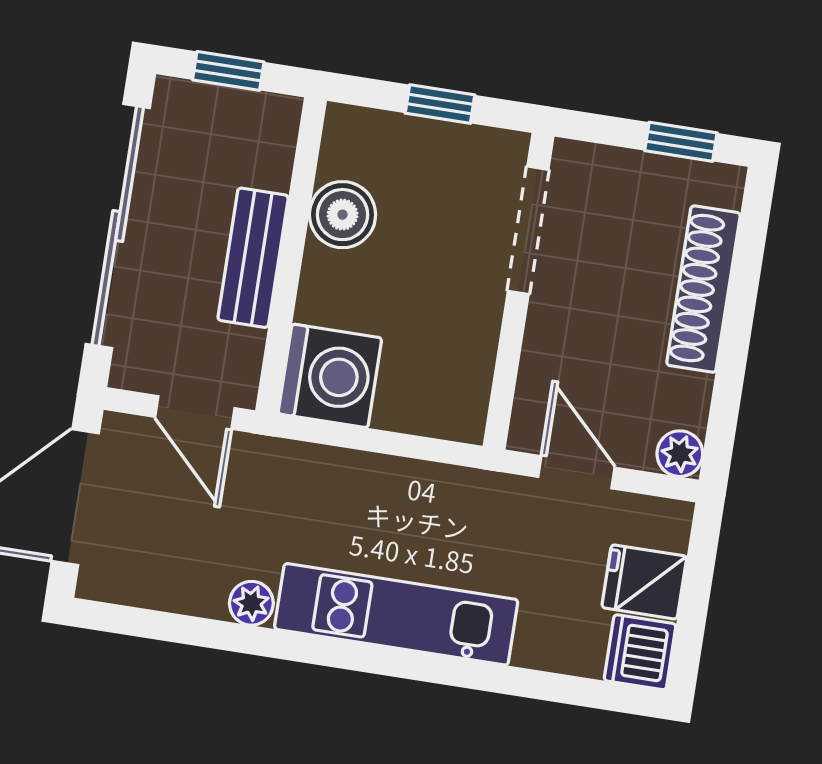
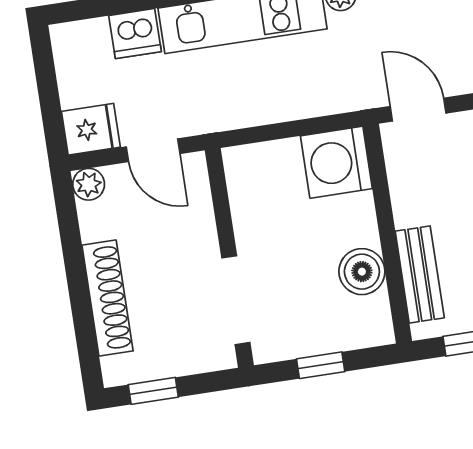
bench: (253, 258) -> (420, 275), moved
fridge: (644, 582) -> (91, 129), moved
dishwasher: (640, 652) -> (135, 34), moved, turned 90

